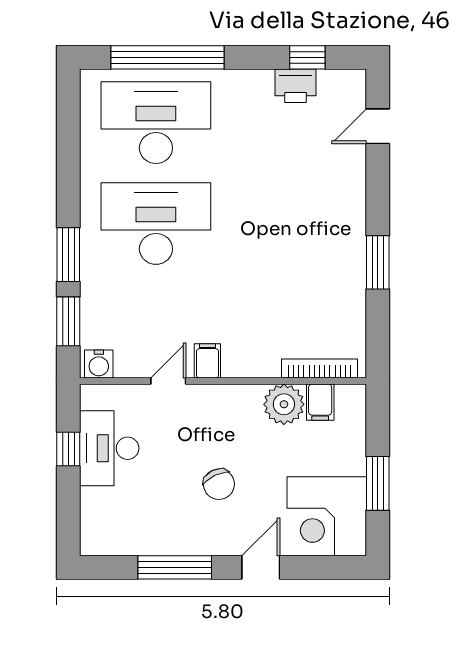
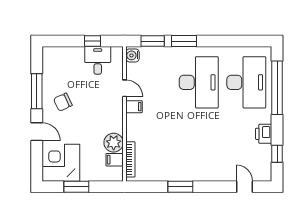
printer: (296, 86) -> (264, 134), moved
desk: (109, 448) -> (98, 60), width x0.73
chair: (219, 484) -> (63, 102), moved

